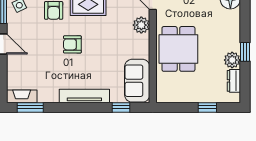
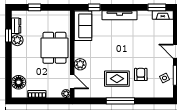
armchair: (72, 44) -> (128, 51), removed
window: (245, 52) -> (9, 36), moved

